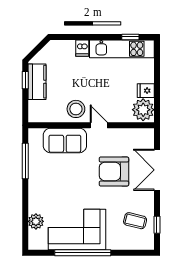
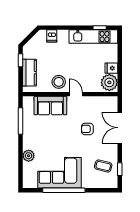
dishwasher: (82, 48) -> (52, 36), moved
kitchen counter: (37, 82) -> (29, 73), moved
armchair: (114, 172) -> (87, 129), width x0.53, depth x0.53
plant: (36, 221) -> (29, 156), moved

